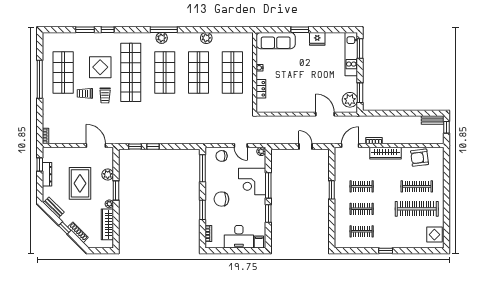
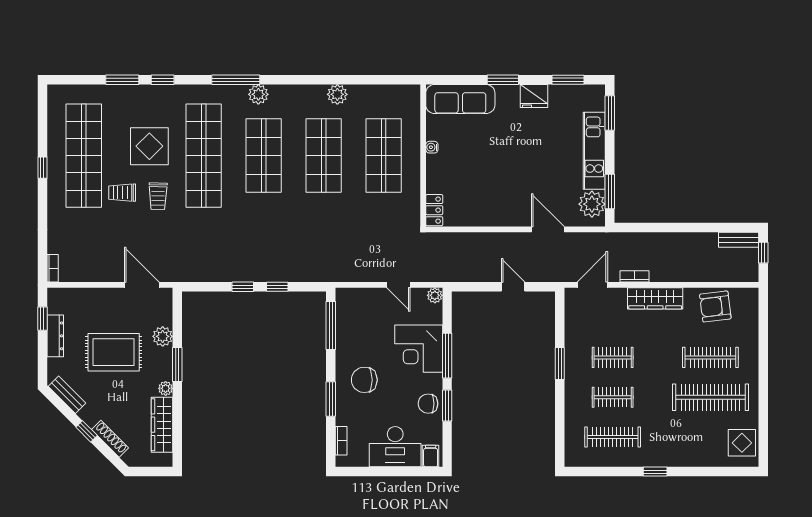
window: (164, 30) -> (236, 80), moved
window: (336, 30) -> (568, 80), added
kitchen unit: (351, 54) -> (594, 151), moved
shop shelf: (63, 72) -> (84, 156), width x1.40
window: (40, 79) -> (42, 168), width x0.32
locker: (261, 89) -> (434, 210), moved
window: (135, 146) -> (277, 287), moved
chair: (222, 156) -> (428, 404), moved
rug: (80, 183) -> (114, 352), turned 90
clothes rail: (362, 231) -> (613, 437), width x1.36

